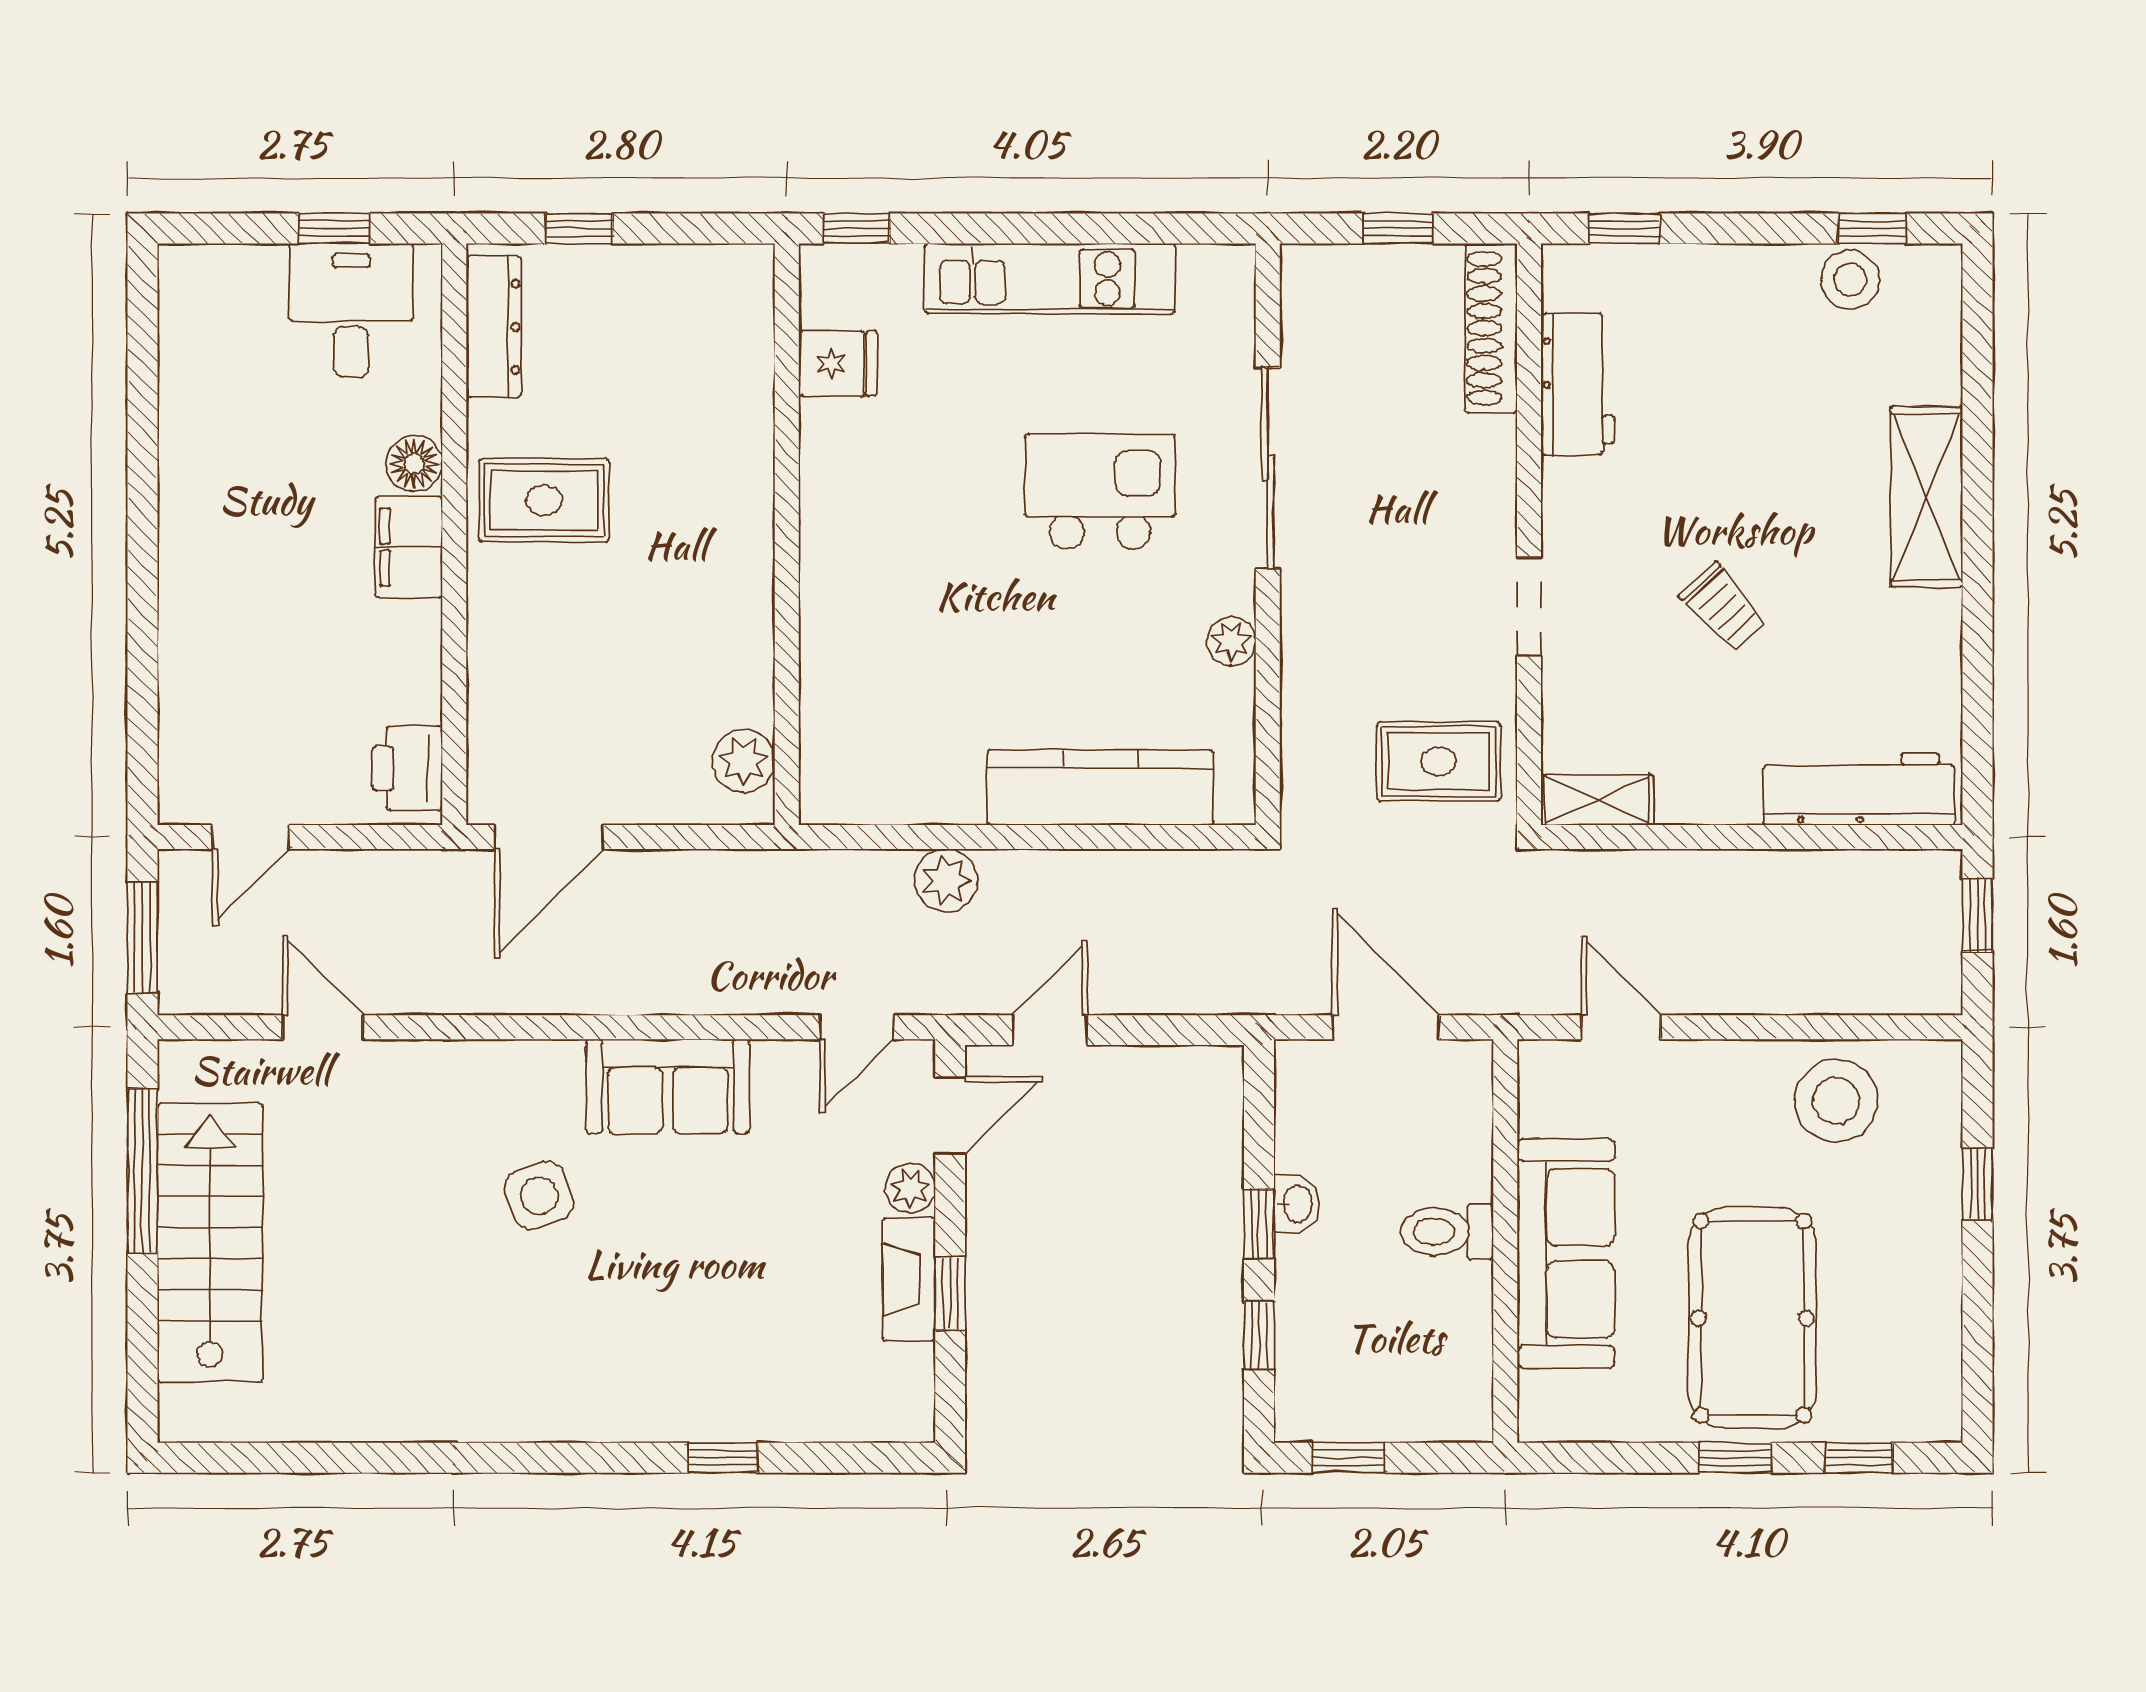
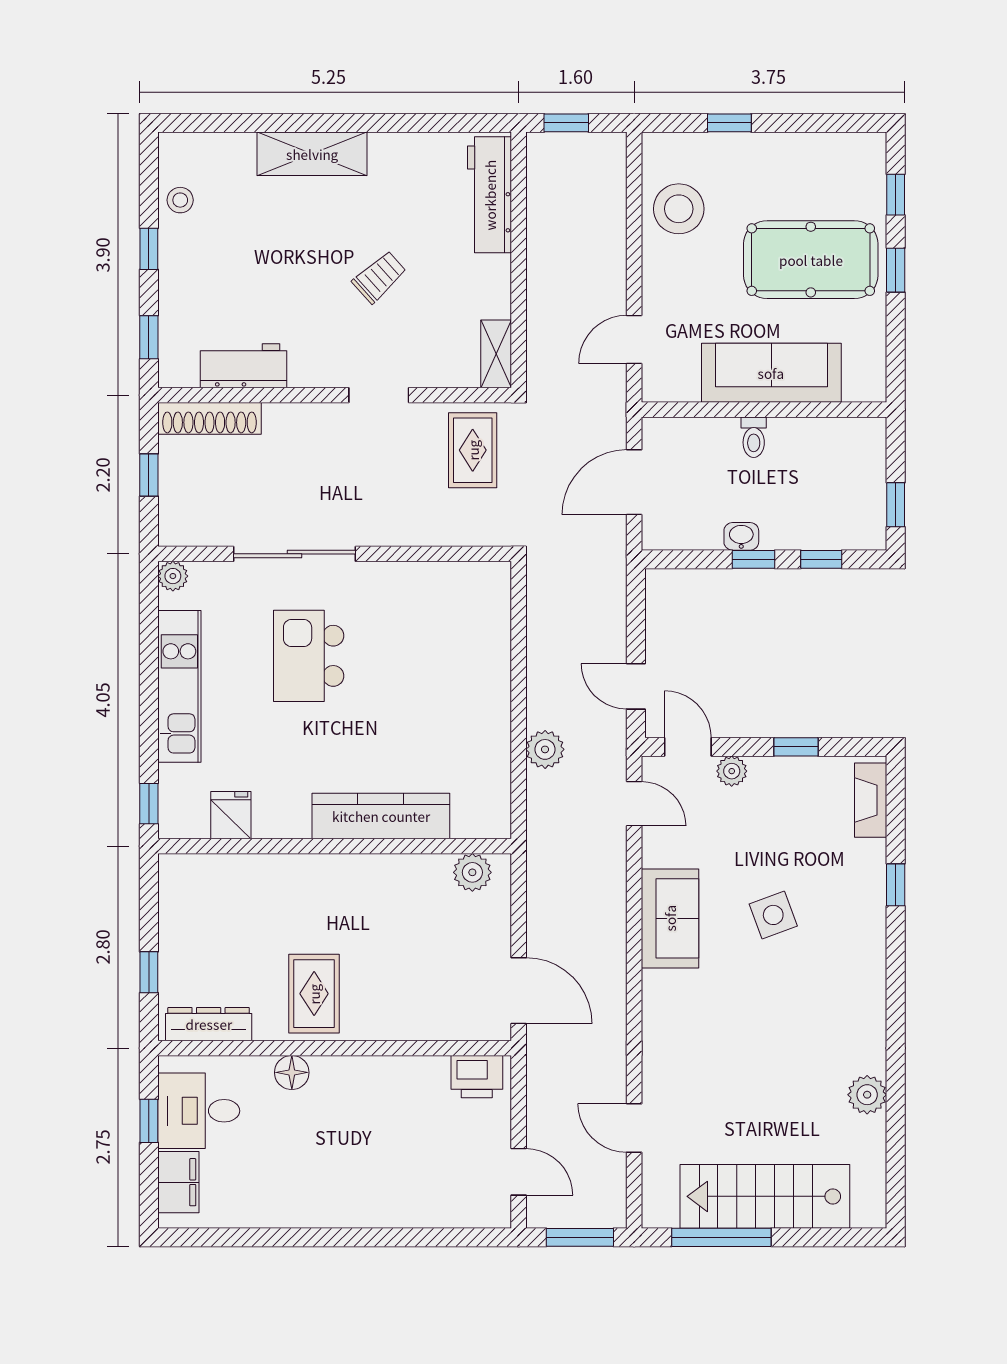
window: (1872, 228) -> (149, 249), moved
stool: (1850, 280) -> (180, 200), width x0.73, depth x0.73
filing cabinet: (409, 547) -> (178, 1182), moved, turned -90
plant: (1231, 641) -> (173, 576), moved
kitchen counter: (1100, 788) -> (381, 816), moved, turned 90
door: (323, 1027) -> (634, 1128), hinge flipped
side table: (539, 1196) -> (773, 915), moved
toilet: (1447, 1232) -> (754, 437), width x0.73, depth x0.72
fireplace: (909, 1279) -> (871, 800), moved, turned 90
plant: (378, 1411) -> (867, 1095), added

